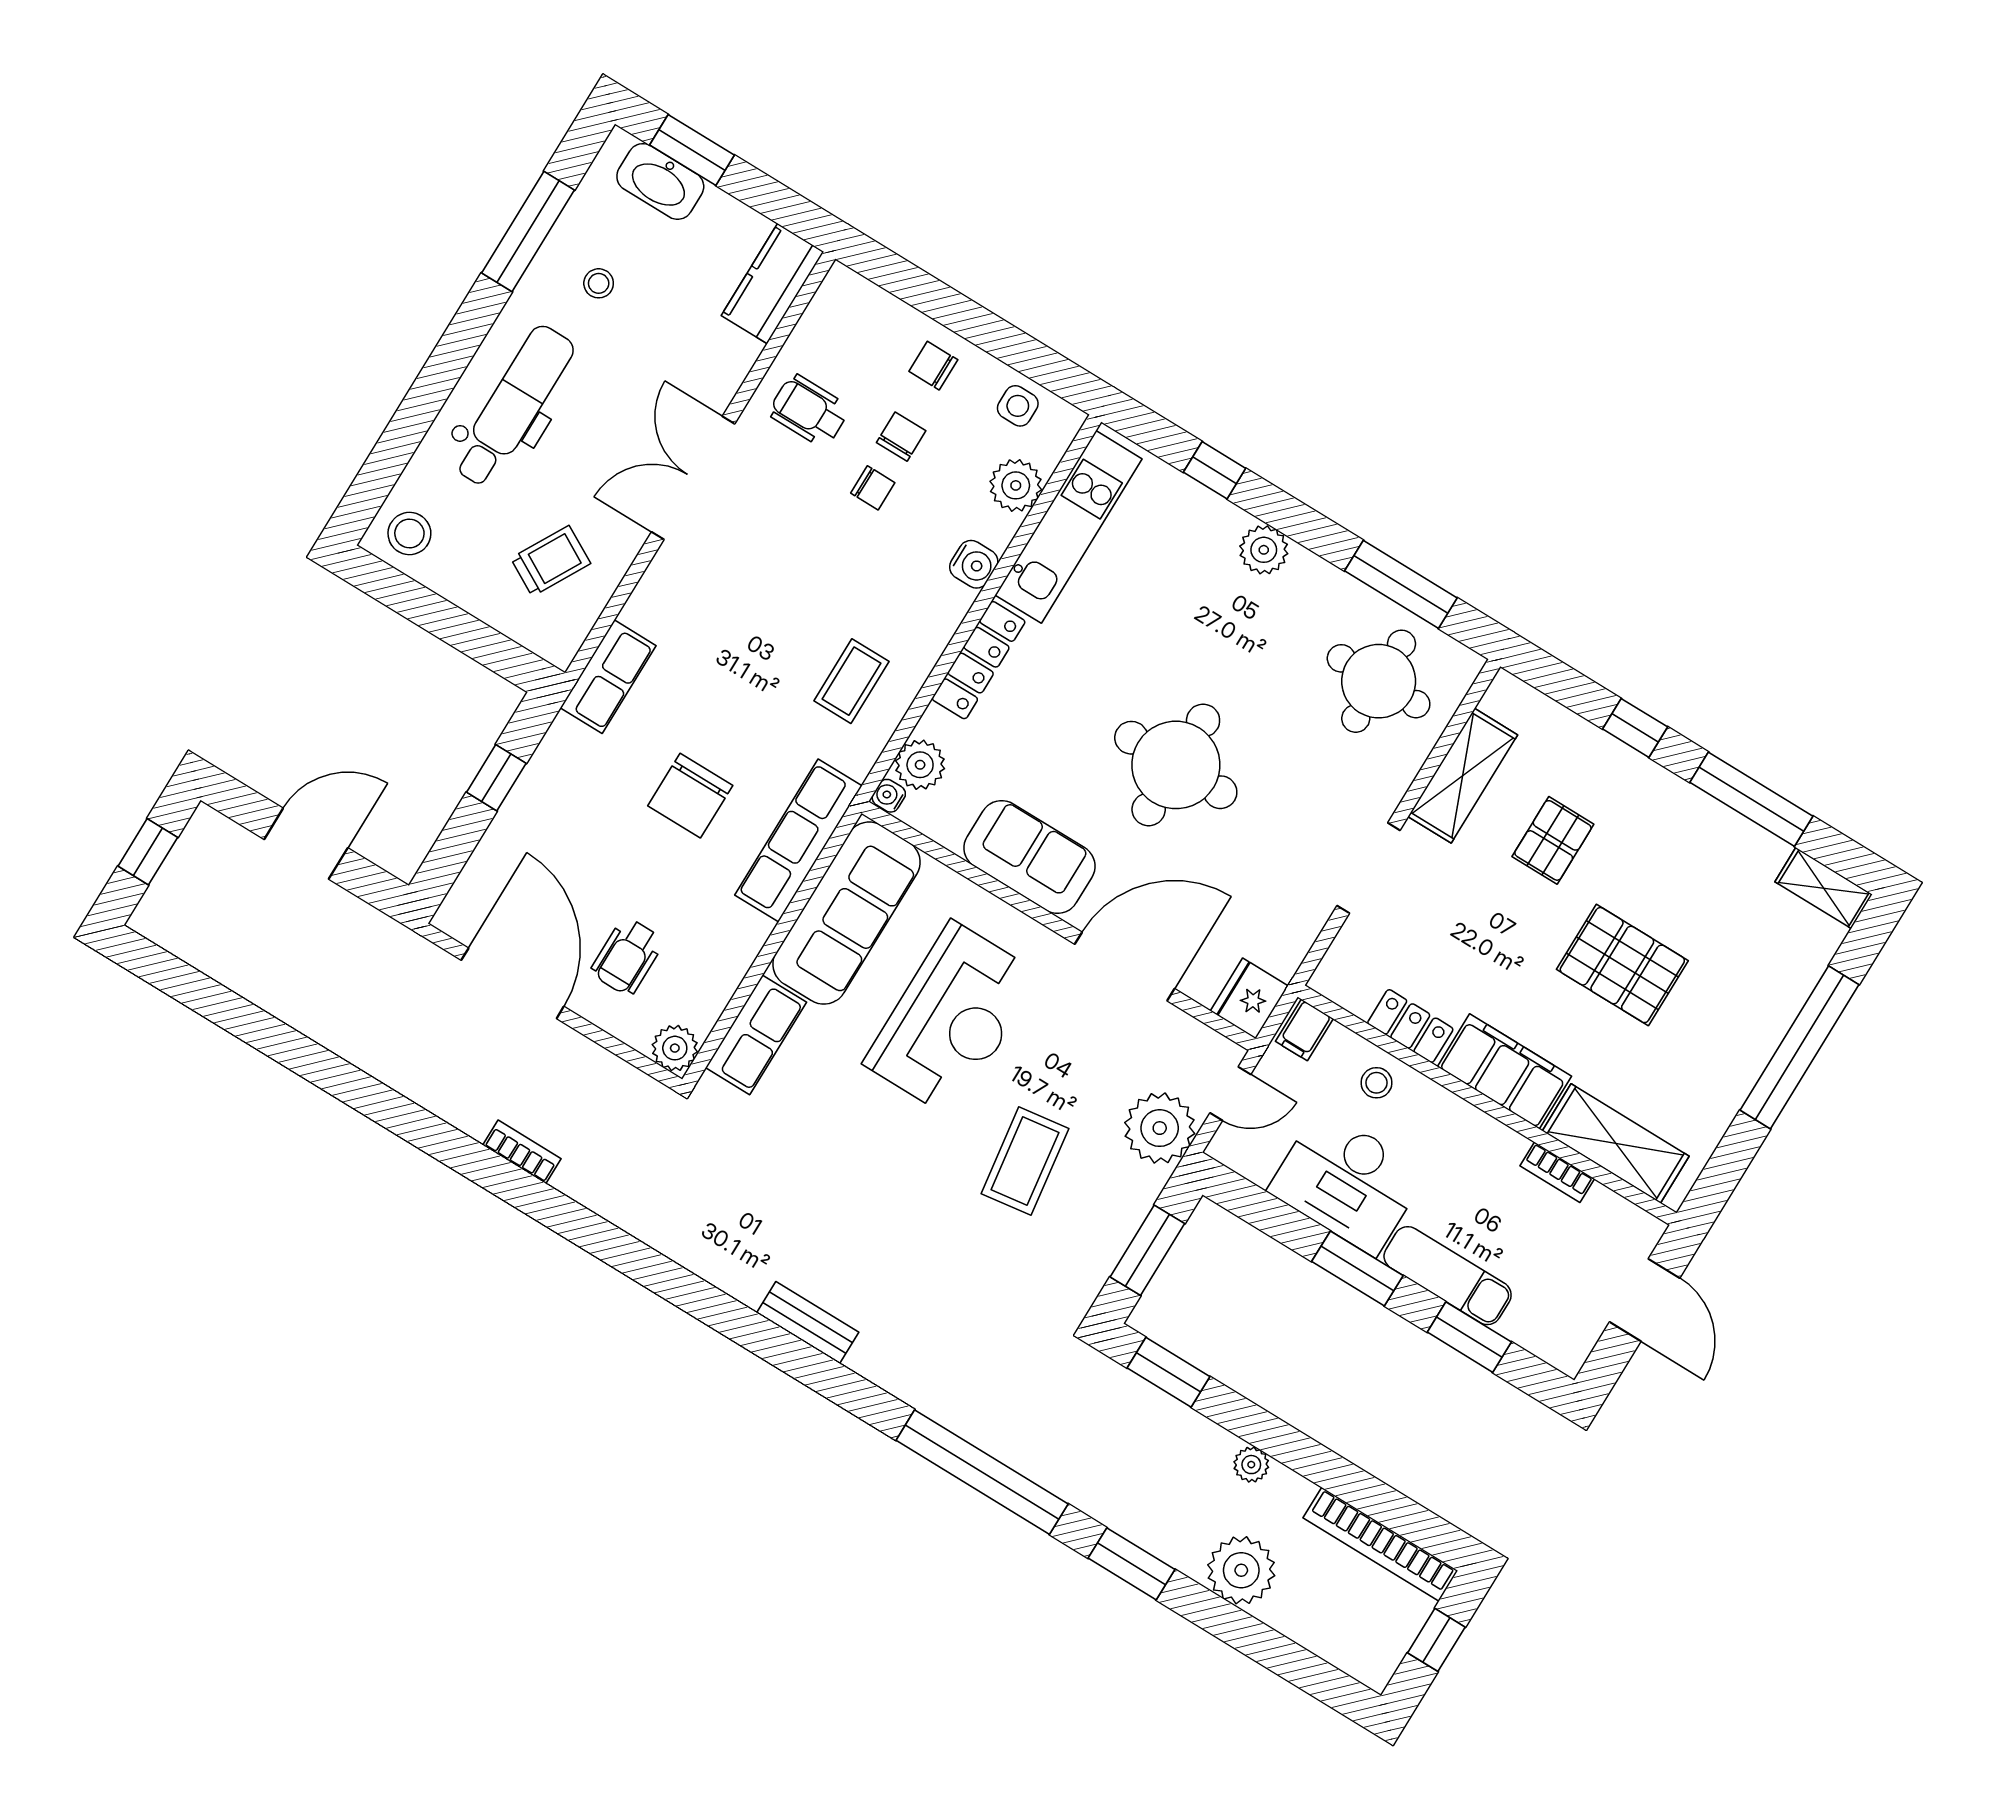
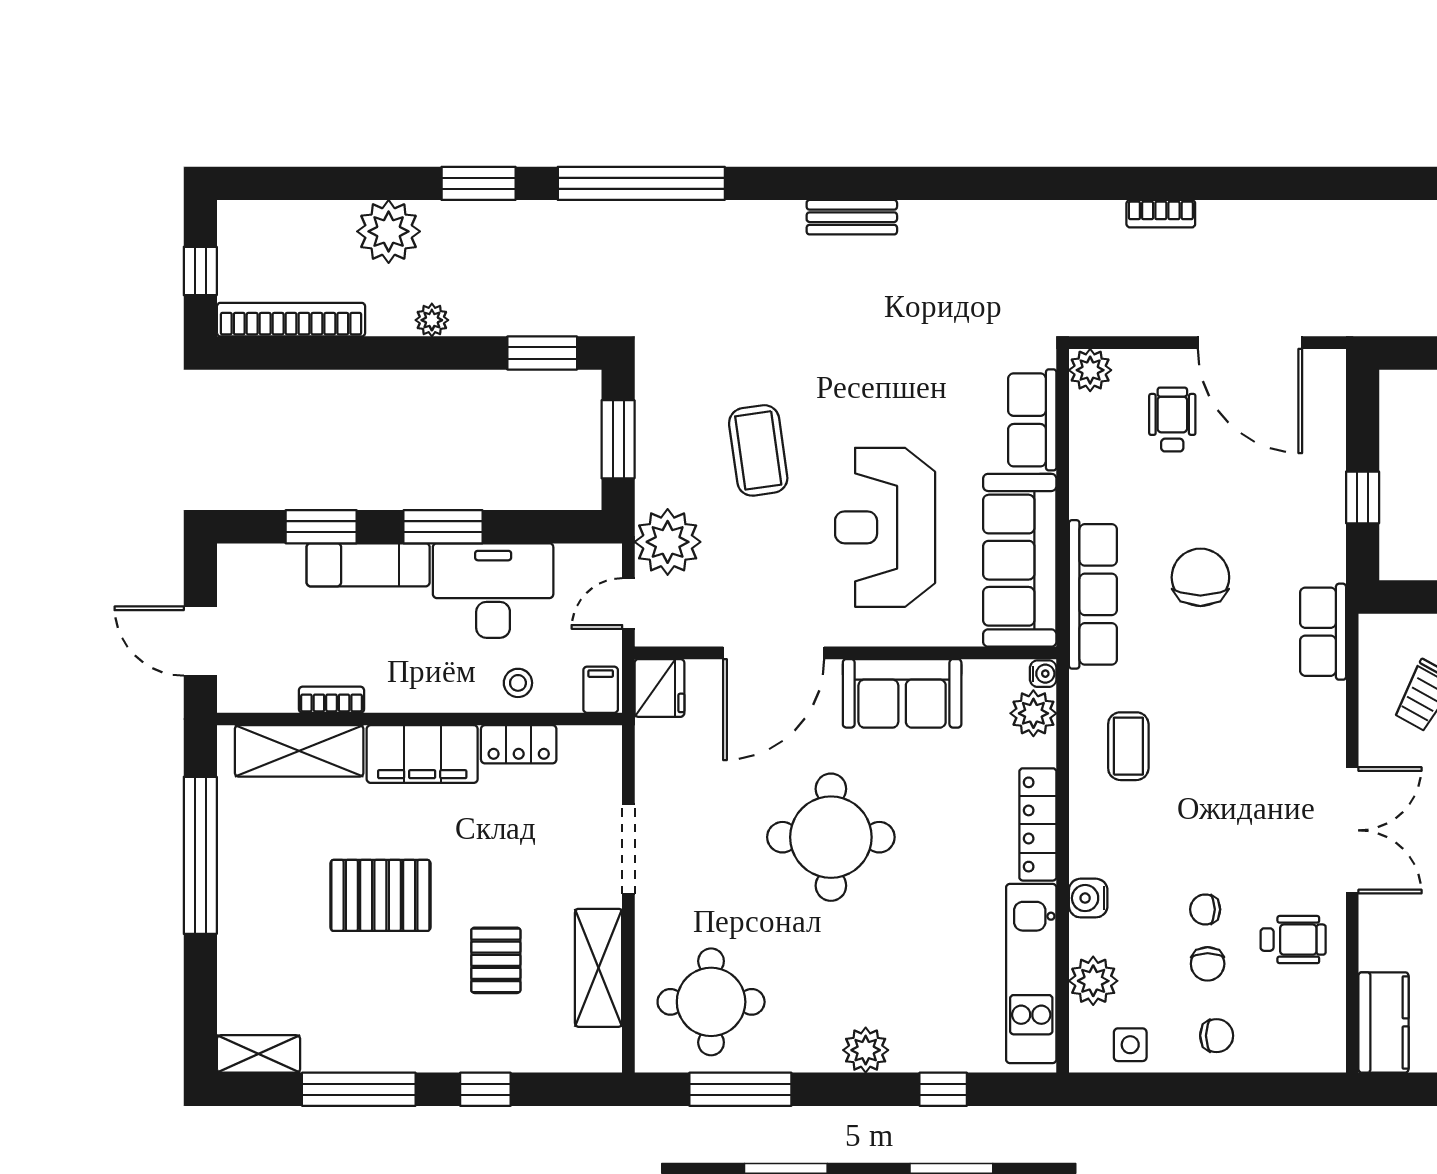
window: (1799, 1047) -> (200, 855), moved

